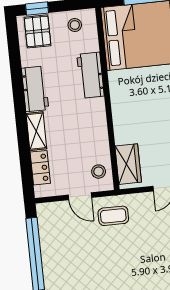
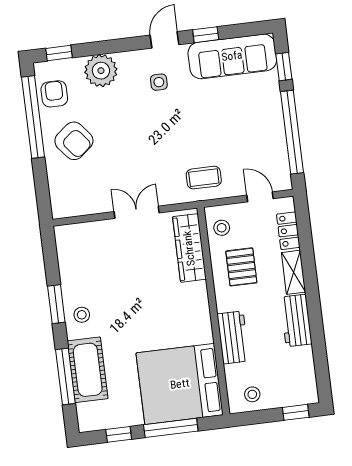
pallet: (38, 31) -> (241, 267), moved
wardrobe: (128, 164) -> (189, 248), width x1.50
door: (80, 196) -> (260, 197), moved

